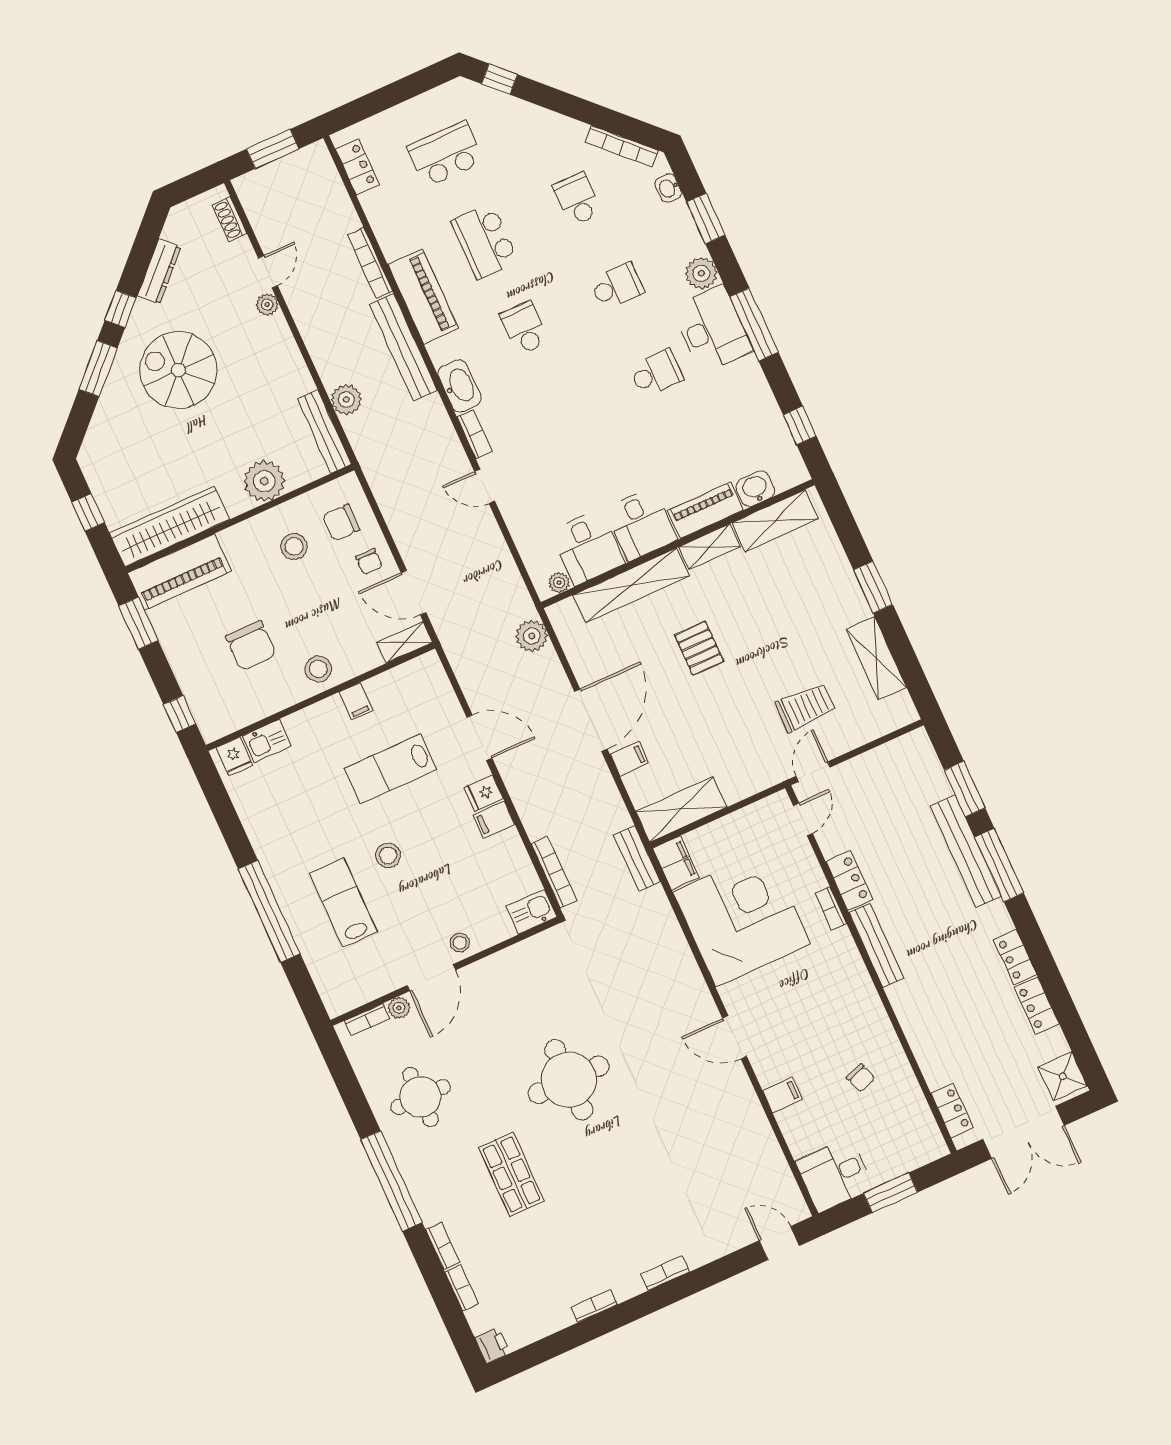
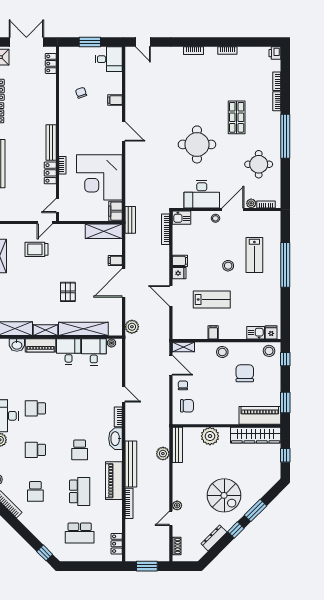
stool: (294, 547) -> (269, 351), moved
desk: (511, 980) -> (202, 194), added

